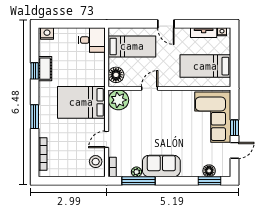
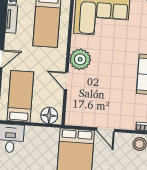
plant: (118, 100) -> (80, 59), moved
door: (107, 139) -> (106, 130), moved

